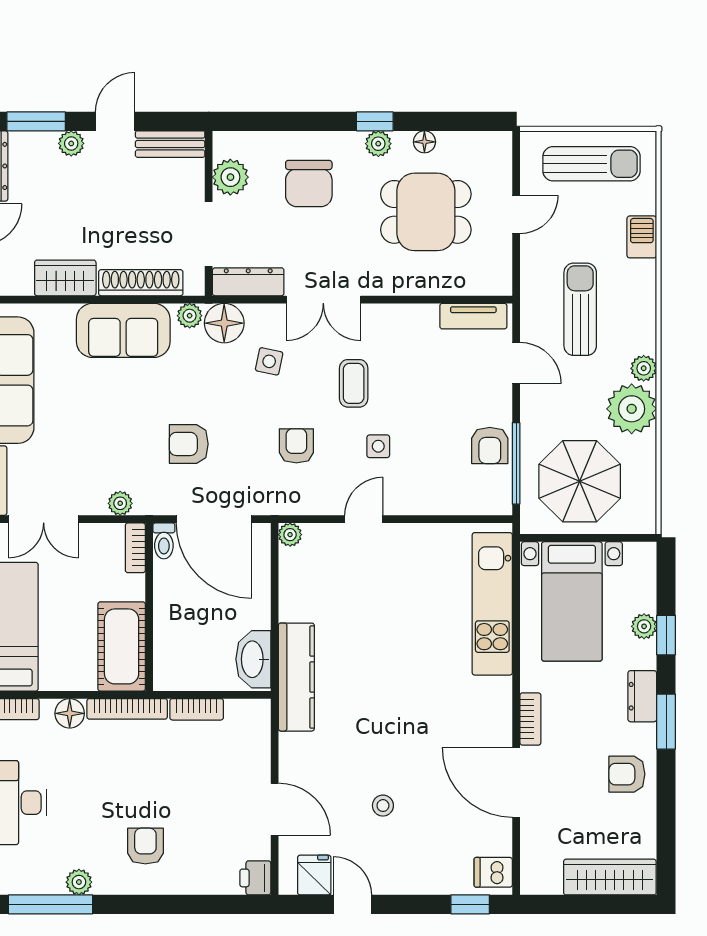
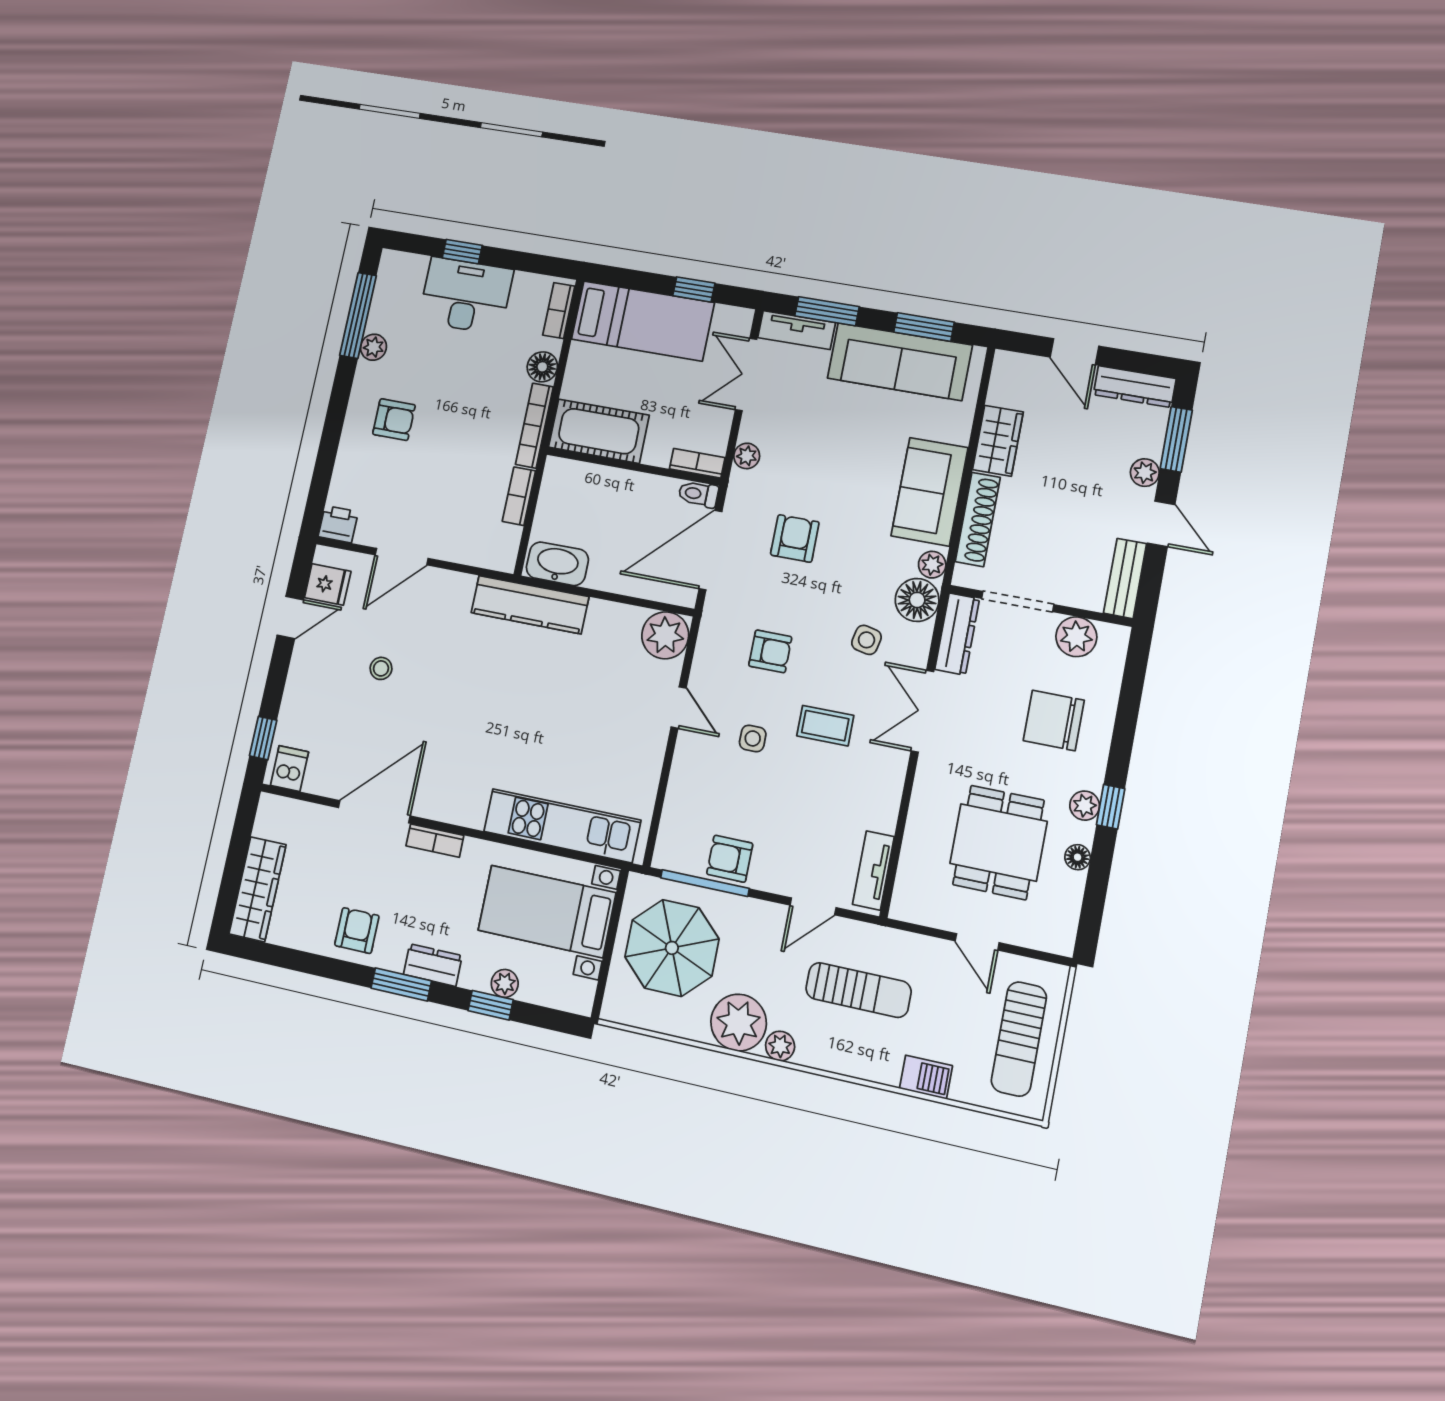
plant: (290, 535) -> (665, 635), width x1.87, depth x1.87

